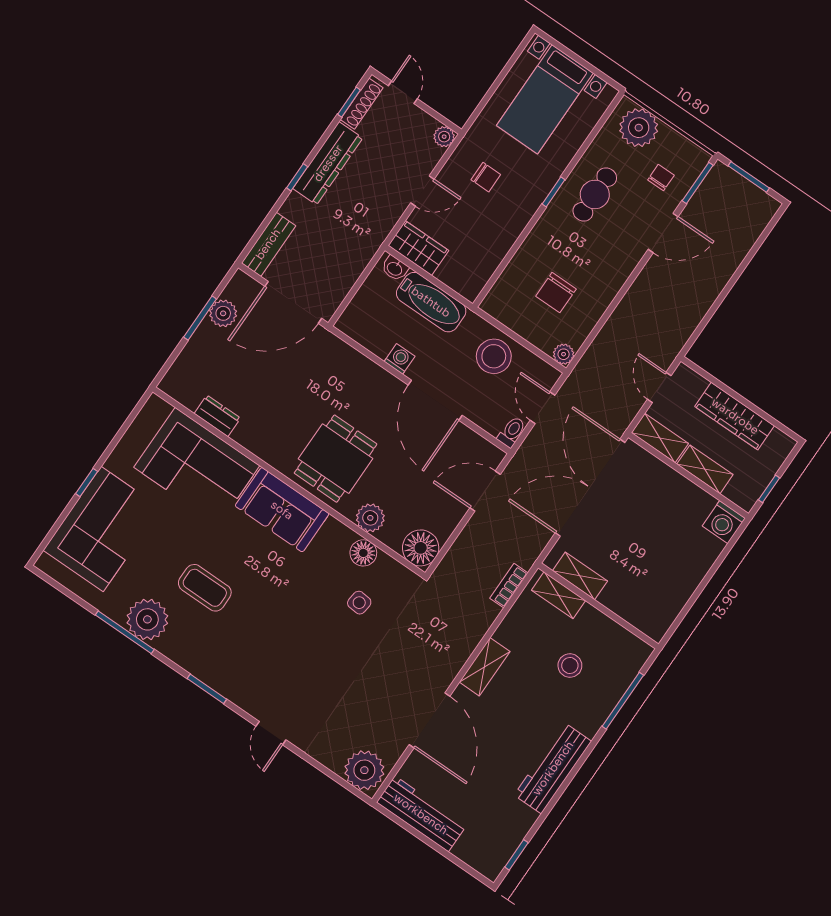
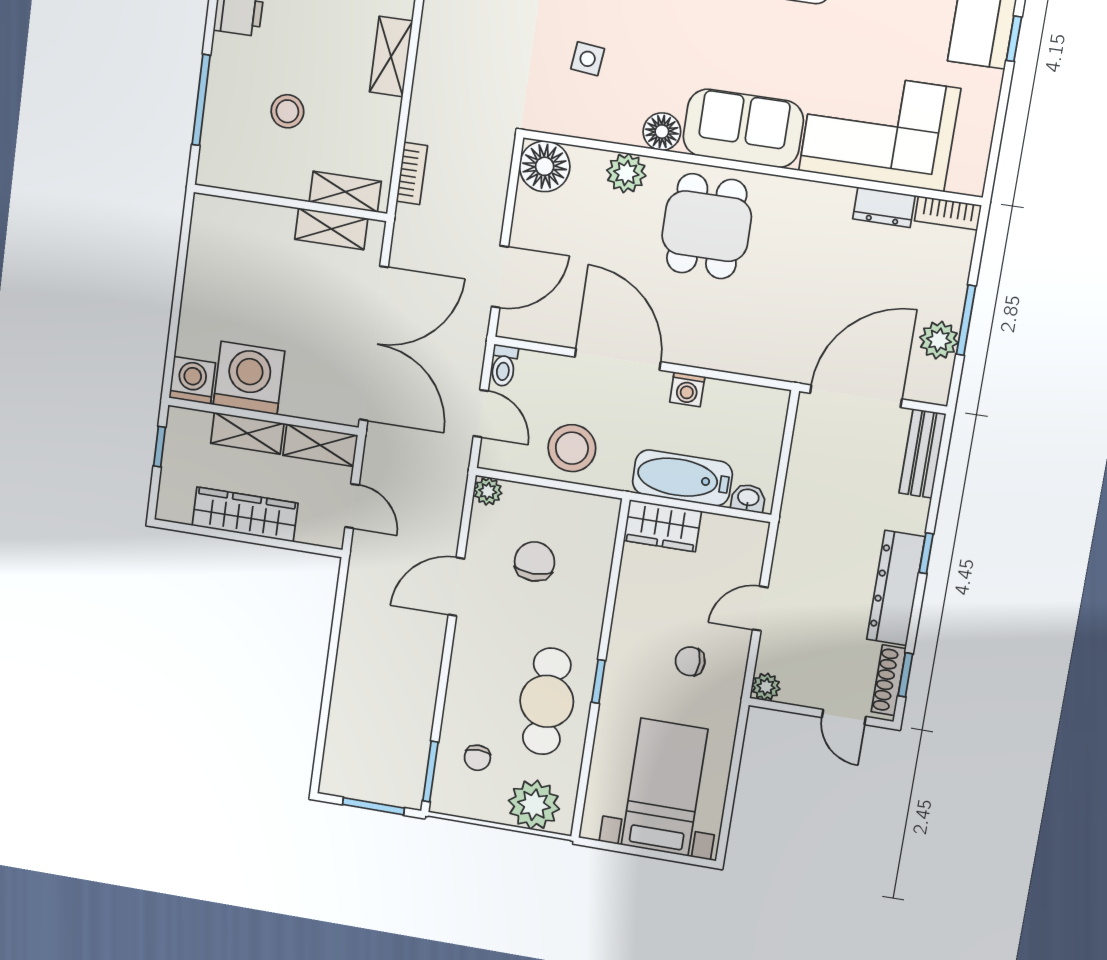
cafe table: (595, 194) -> (547, 701), width x1.37, depth x1.35
door: (663, 233) -> (456, 587), moved
wardrobe: (418, 248) -> (662, 526), moved
bookcase: (179, 392) -> (948, 213), added
washing machine: (685, 505) -> (249, 378), added
floor lamp: (363, 553) -> (662, 132), moved

